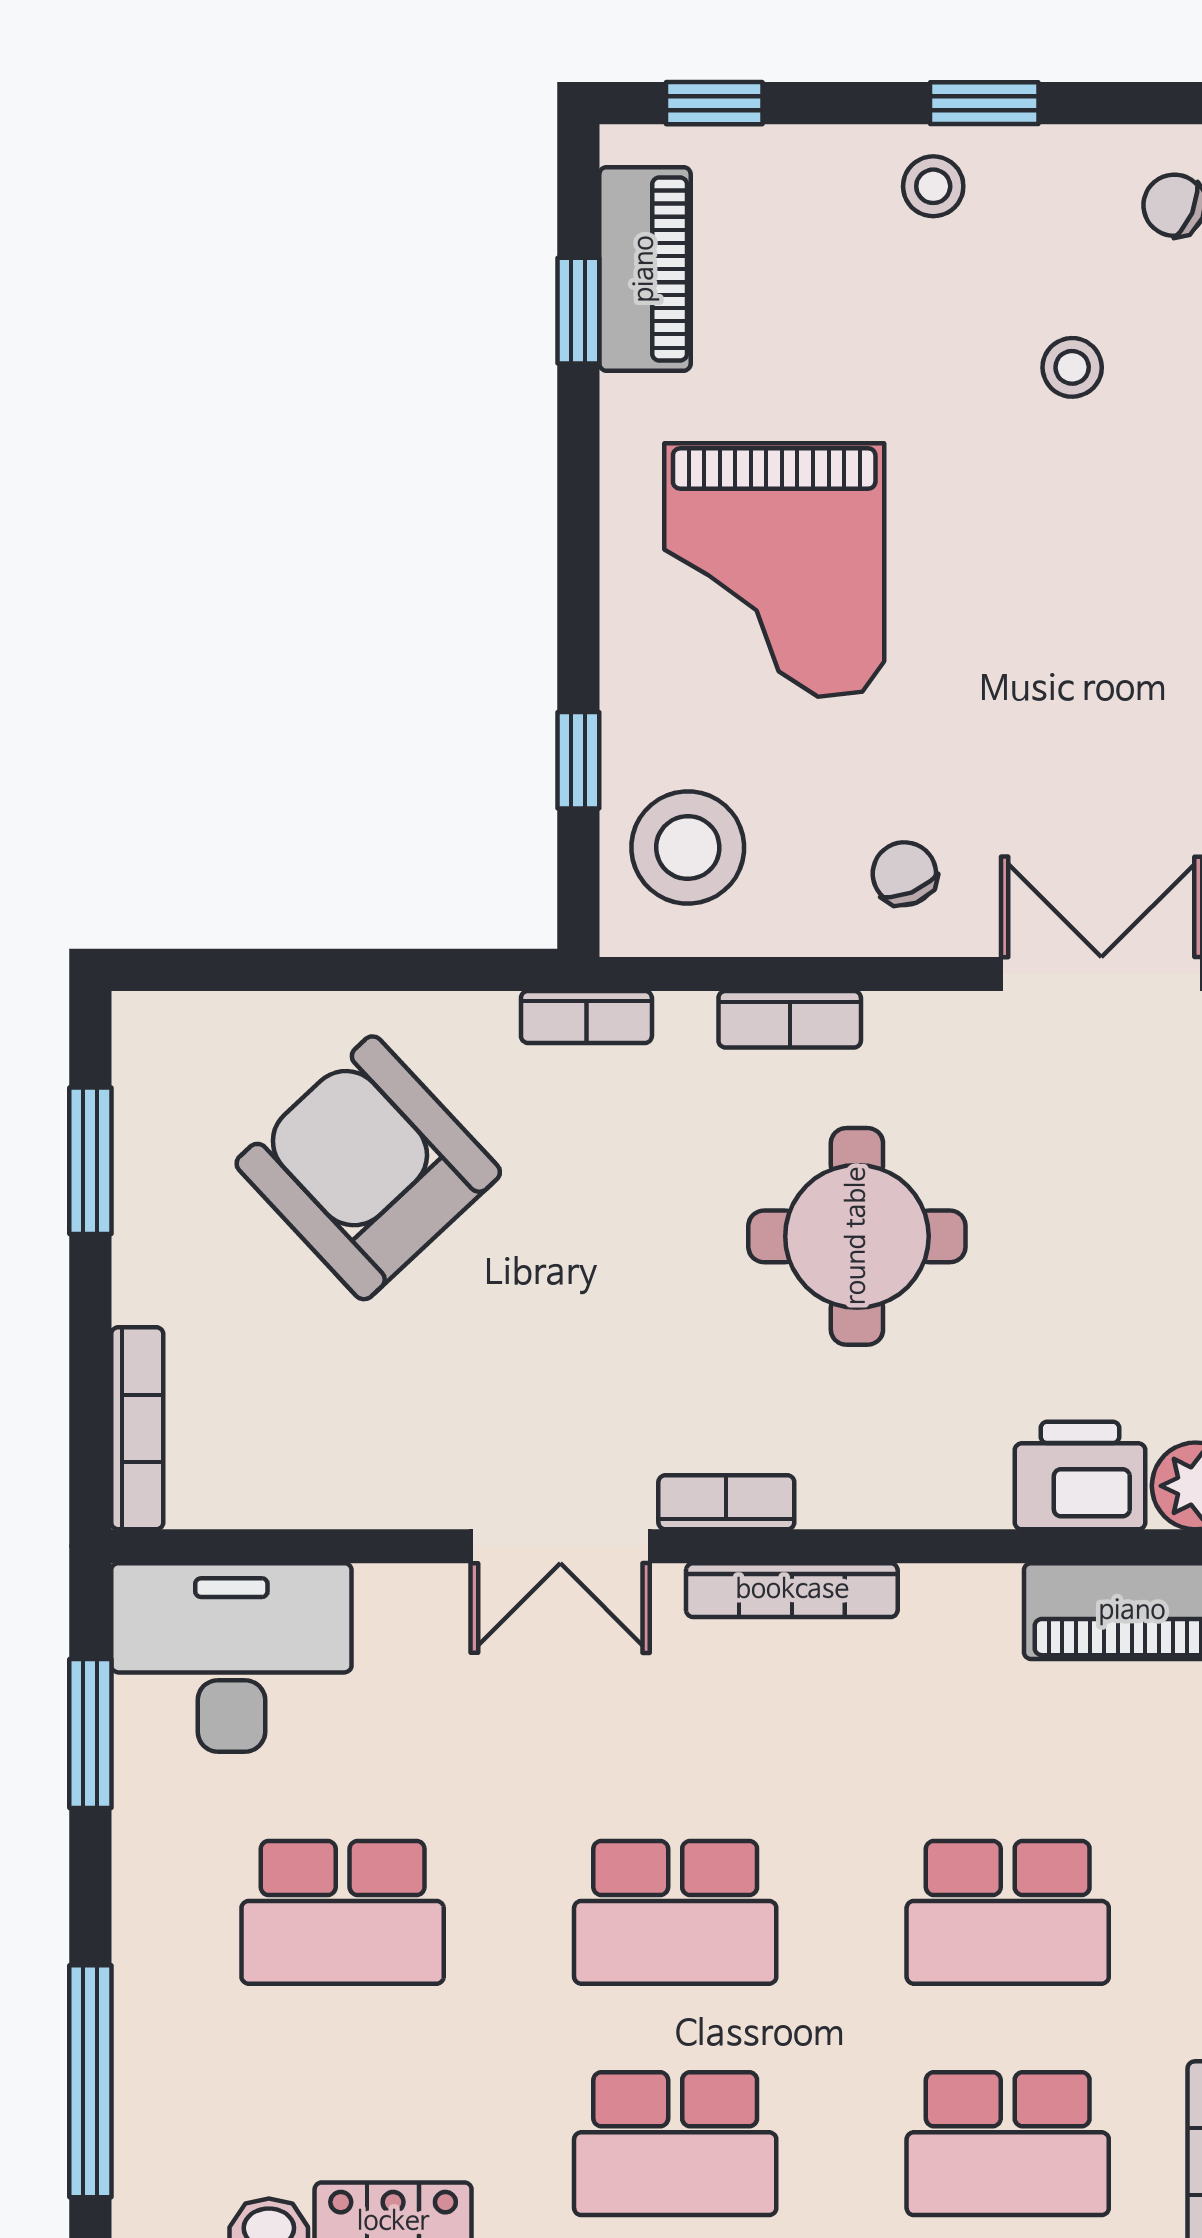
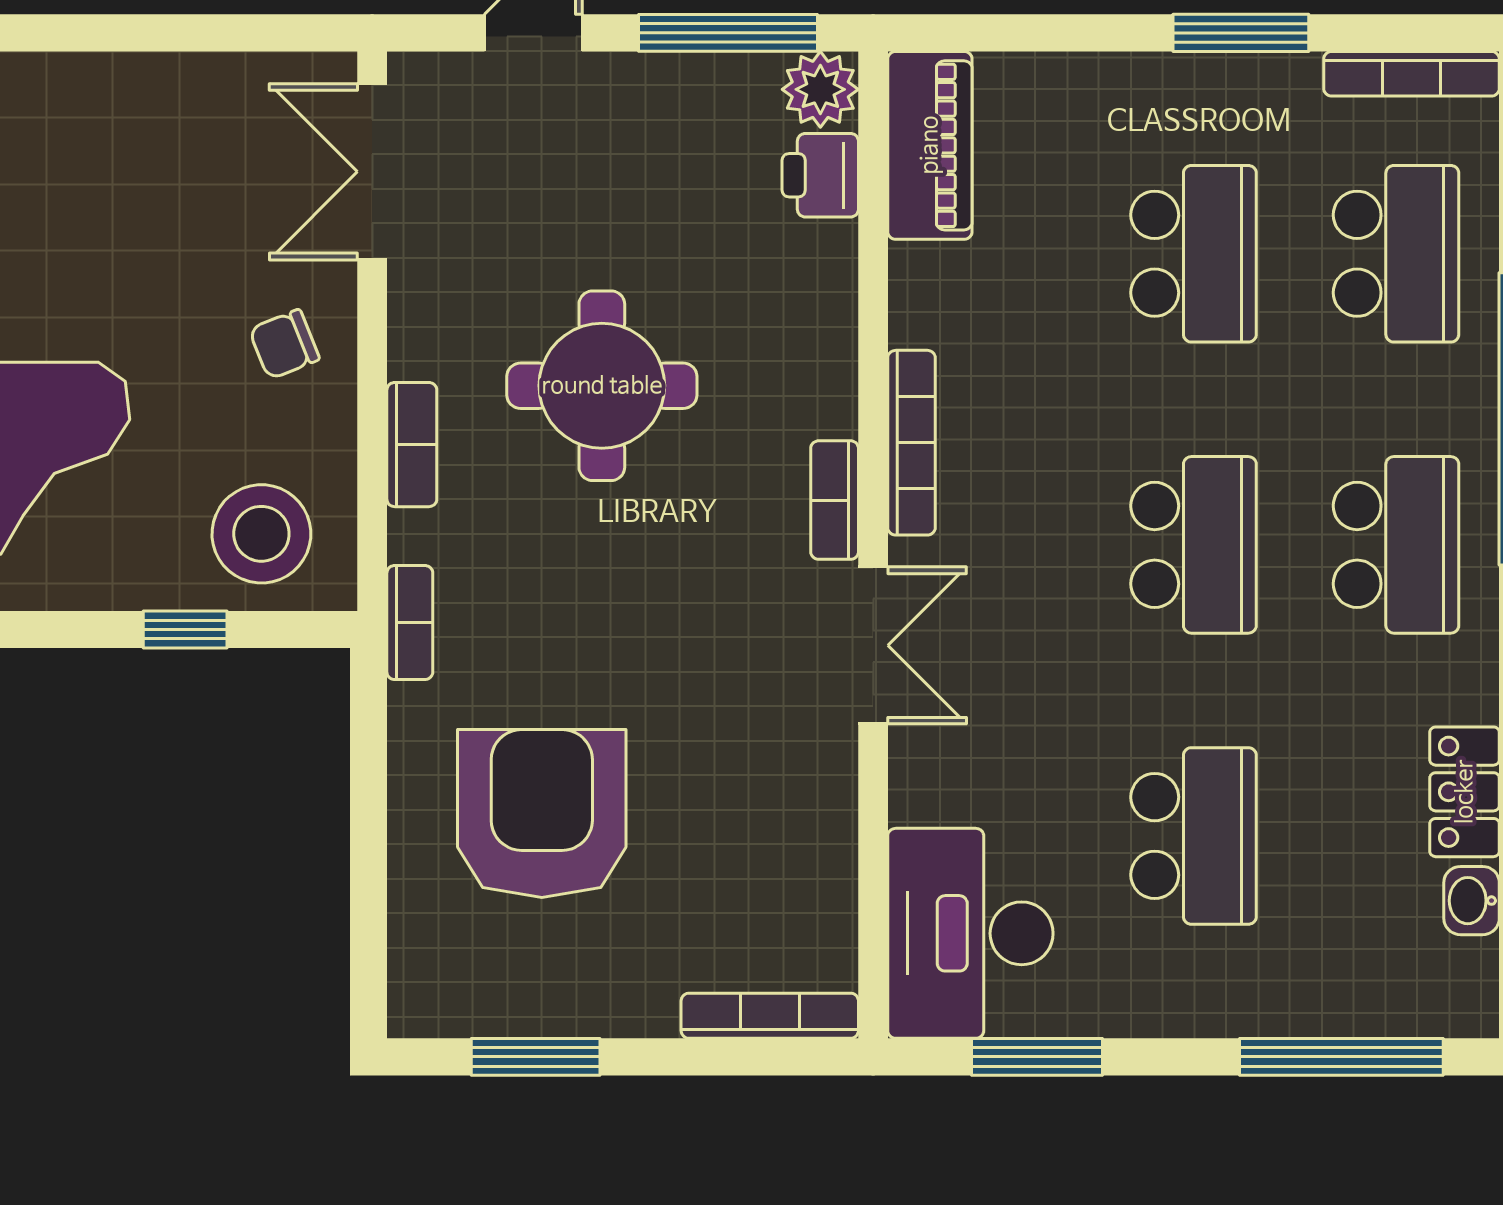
armchair: (368, 1168) -> (542, 814), turned 133
printer: (1080, 1476) -> (820, 175), width x0.73, depth x0.81

